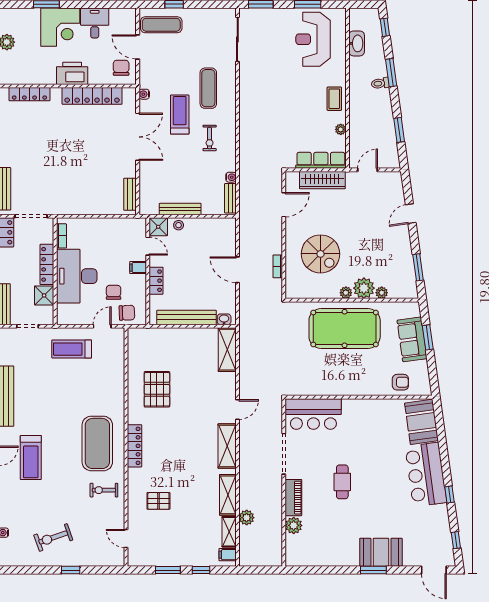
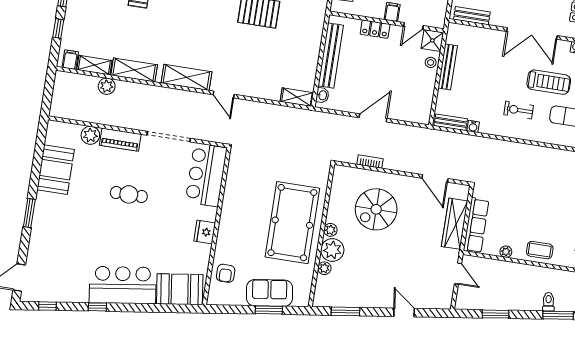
shelving: (227, 350) -> (297, 97), width x0.67, depth x0.75
fridge: (366, 407) -> (205, 232), added
booth: (381, 552) -> (56, 170), moved

